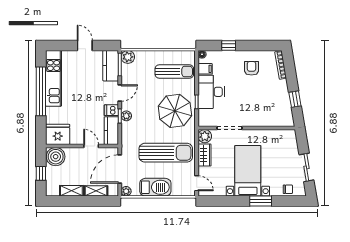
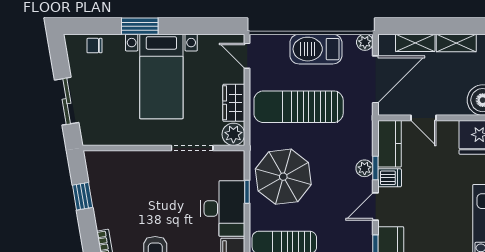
sliding door: (306, 167) -> (67, 101), moved

